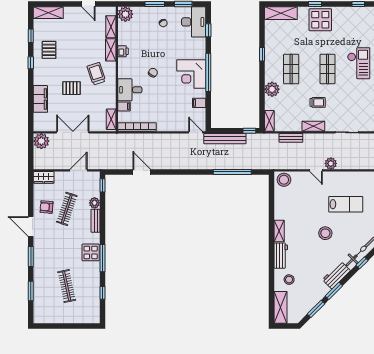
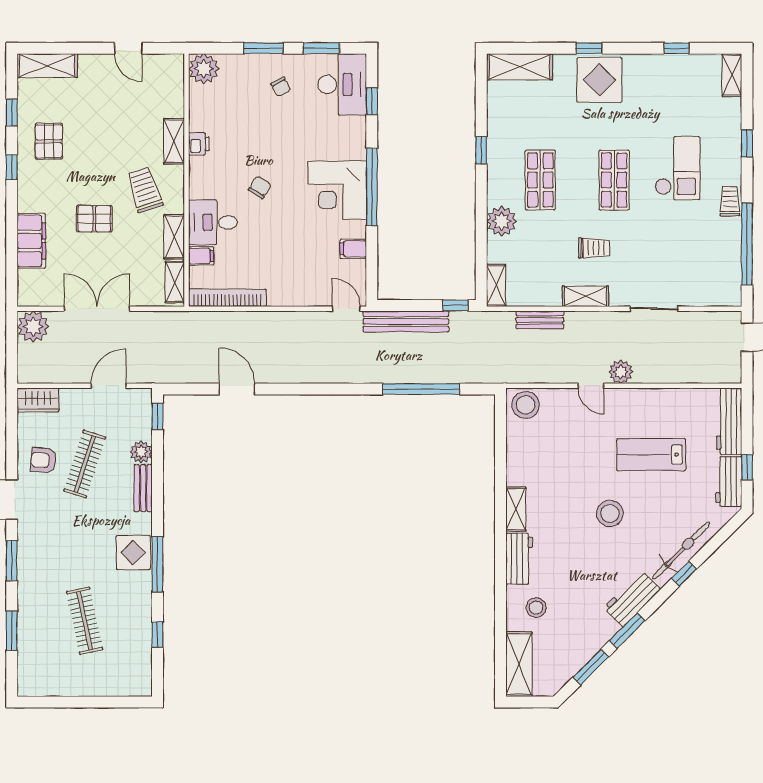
shelving: (111, 27) -> (174, 237), moved
lab bench: (346, 204) -> (651, 455), turned 180

